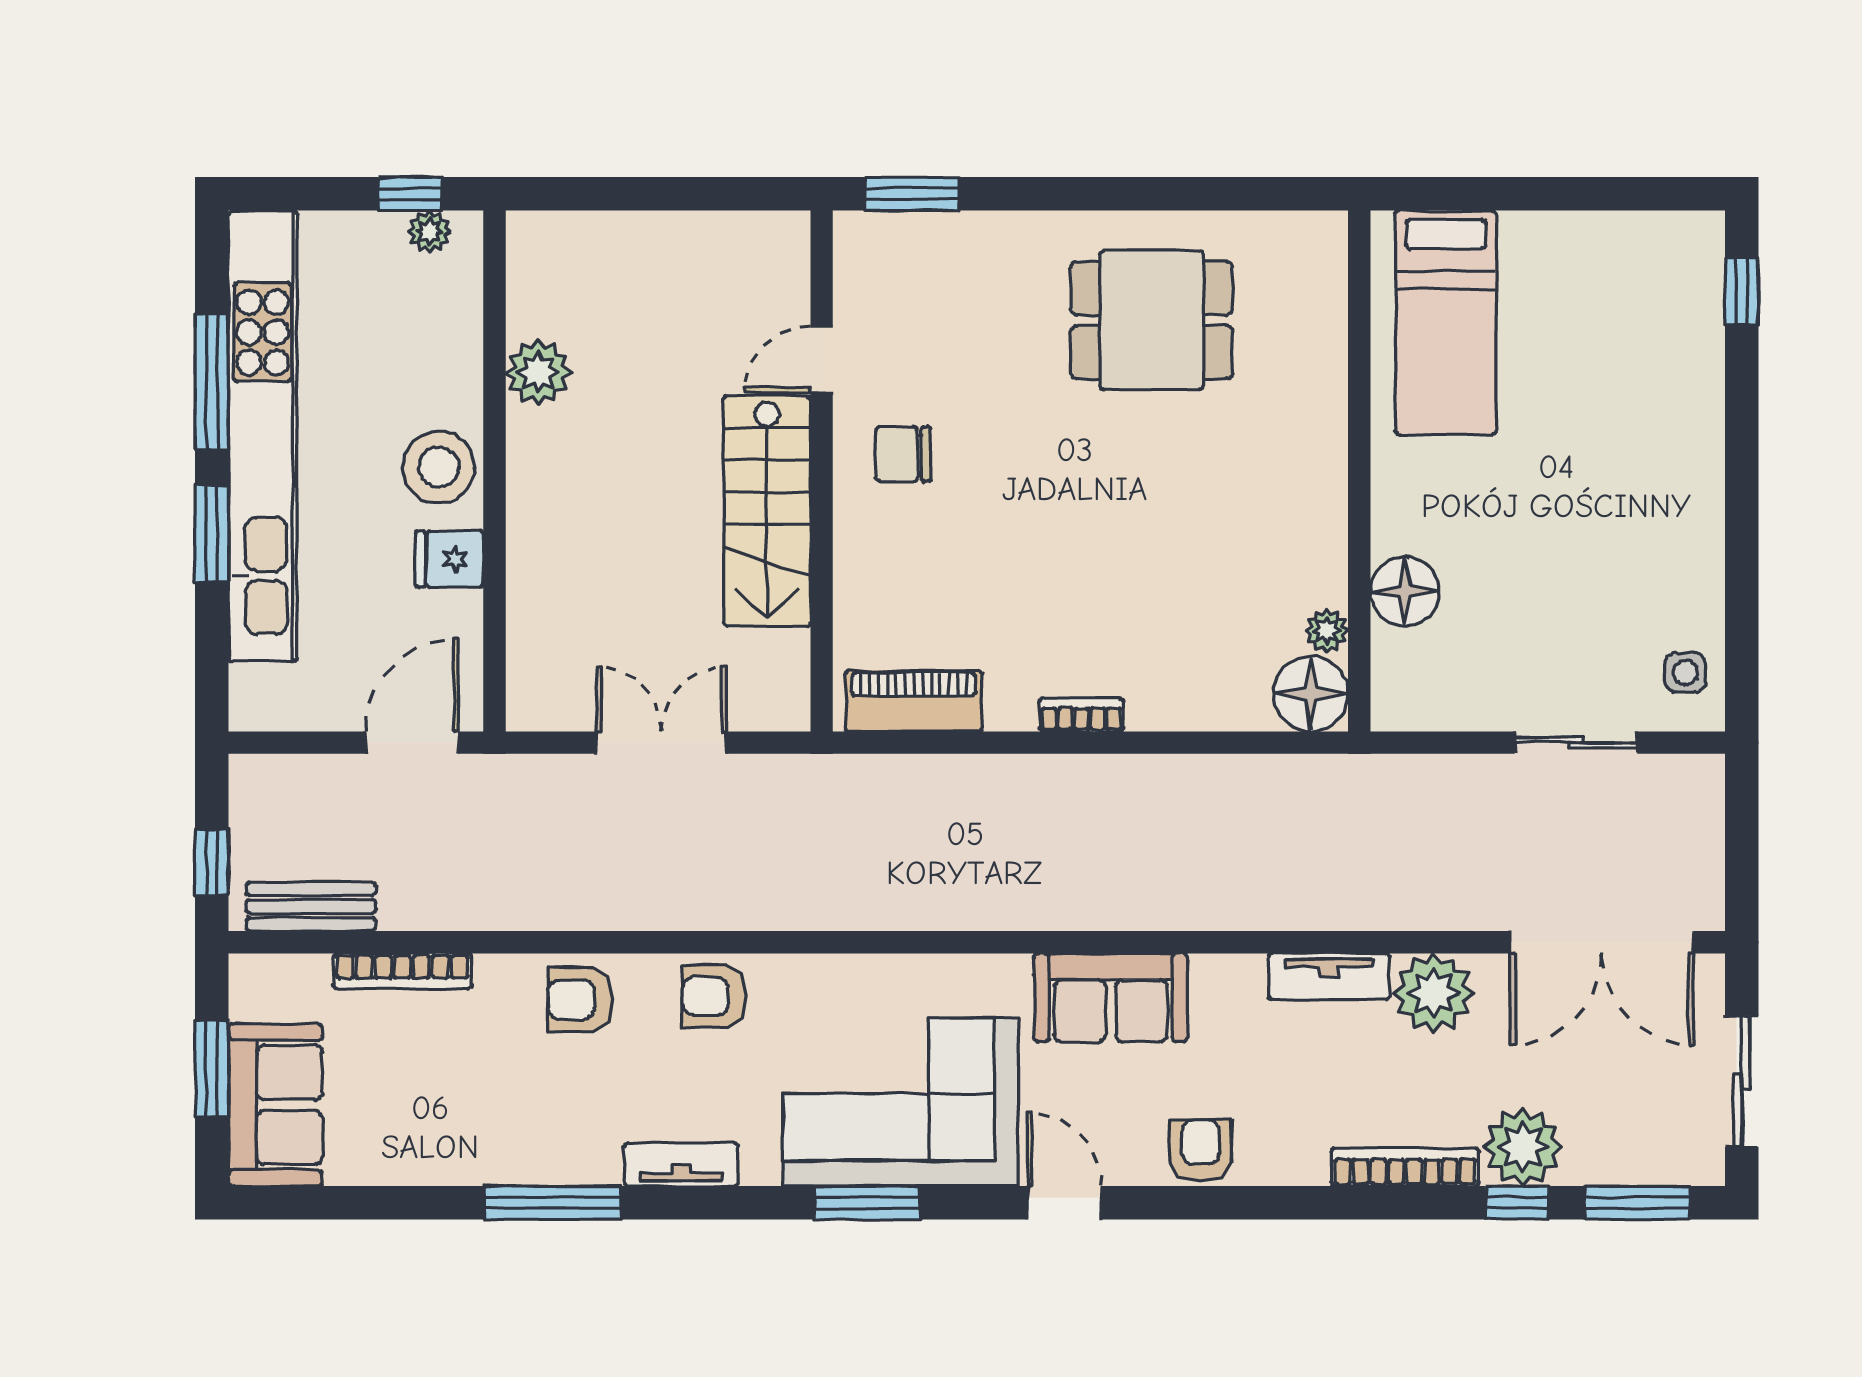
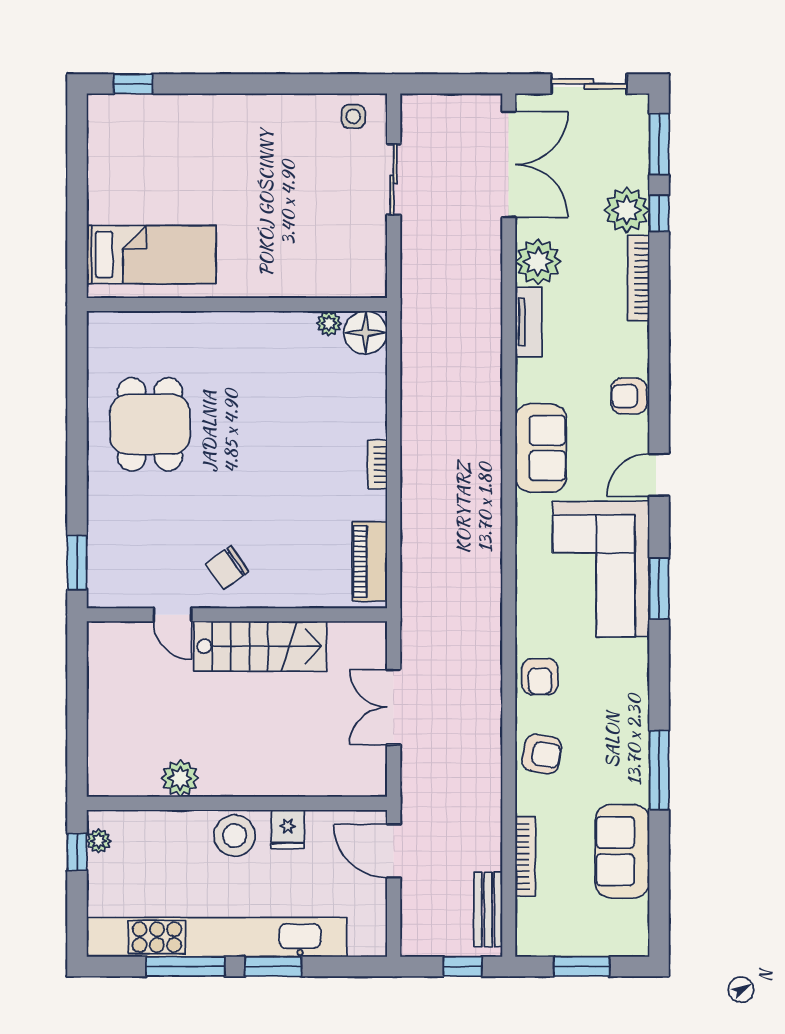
chair: (903, 454) -> (227, 568), turned 55
floor lamp: (1405, 591) -> (306, 278), removed
armchair: (580, 999) -> (542, 754), turned -80
sofa: (275, 1105) -> (622, 851), moved, turned -90
tv unit: (681, 1164) -> (637, 696), removed

